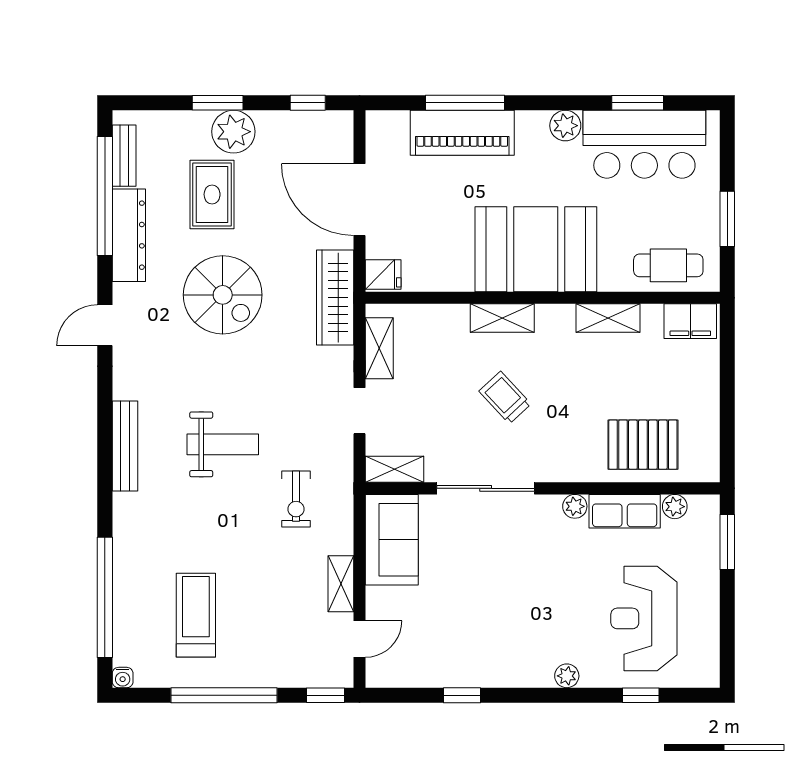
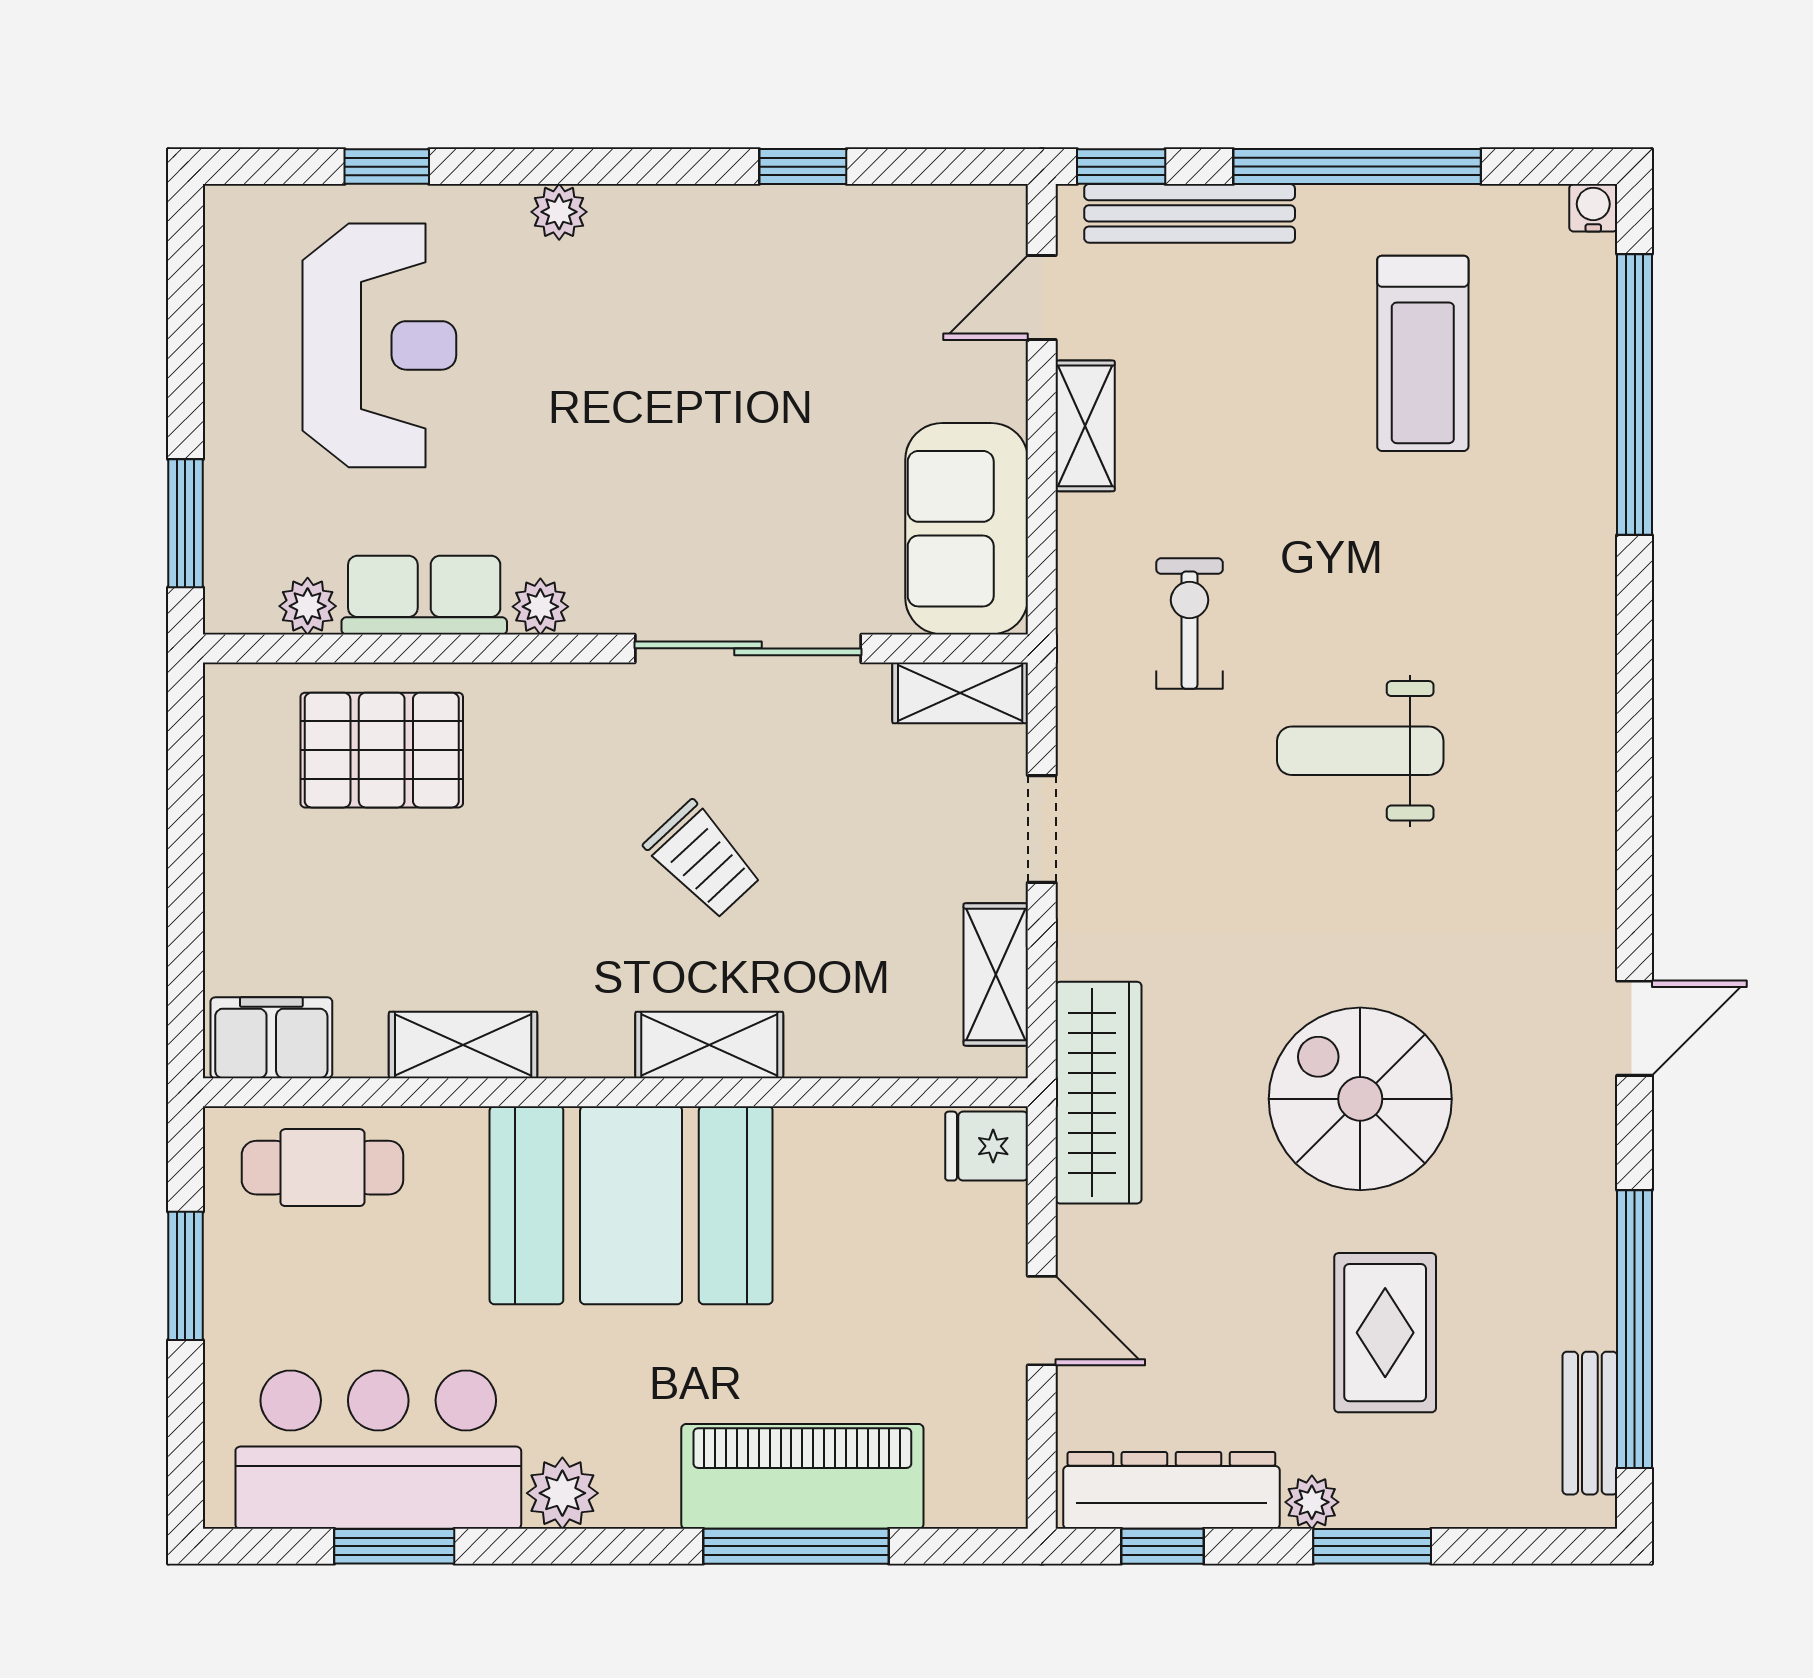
plant: (233, 132) -> (1312, 1502), width x0.53, depth x0.53
door: (359, 200) -> (1042, 1321), width x0.53
dresser: (129, 235) -> (1171, 1490), moved, turned 90
bench: (125, 446) -> (1190, 213), moved, turned 90

